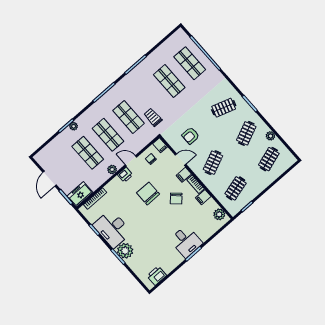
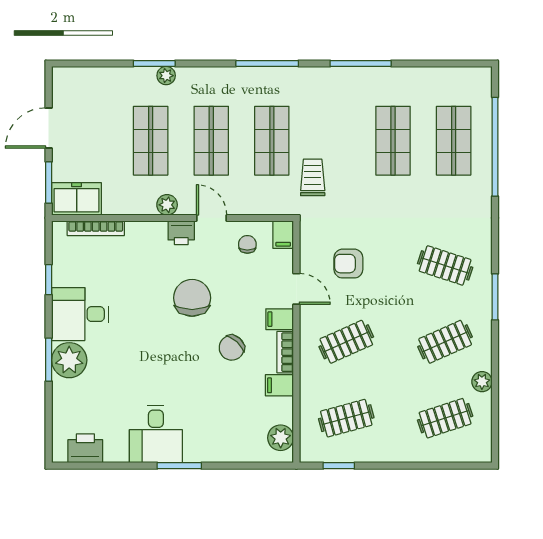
desk: (112, 229) -> (80, 314), width x0.73
desk: (186, 241) -> (156, 434), moved

